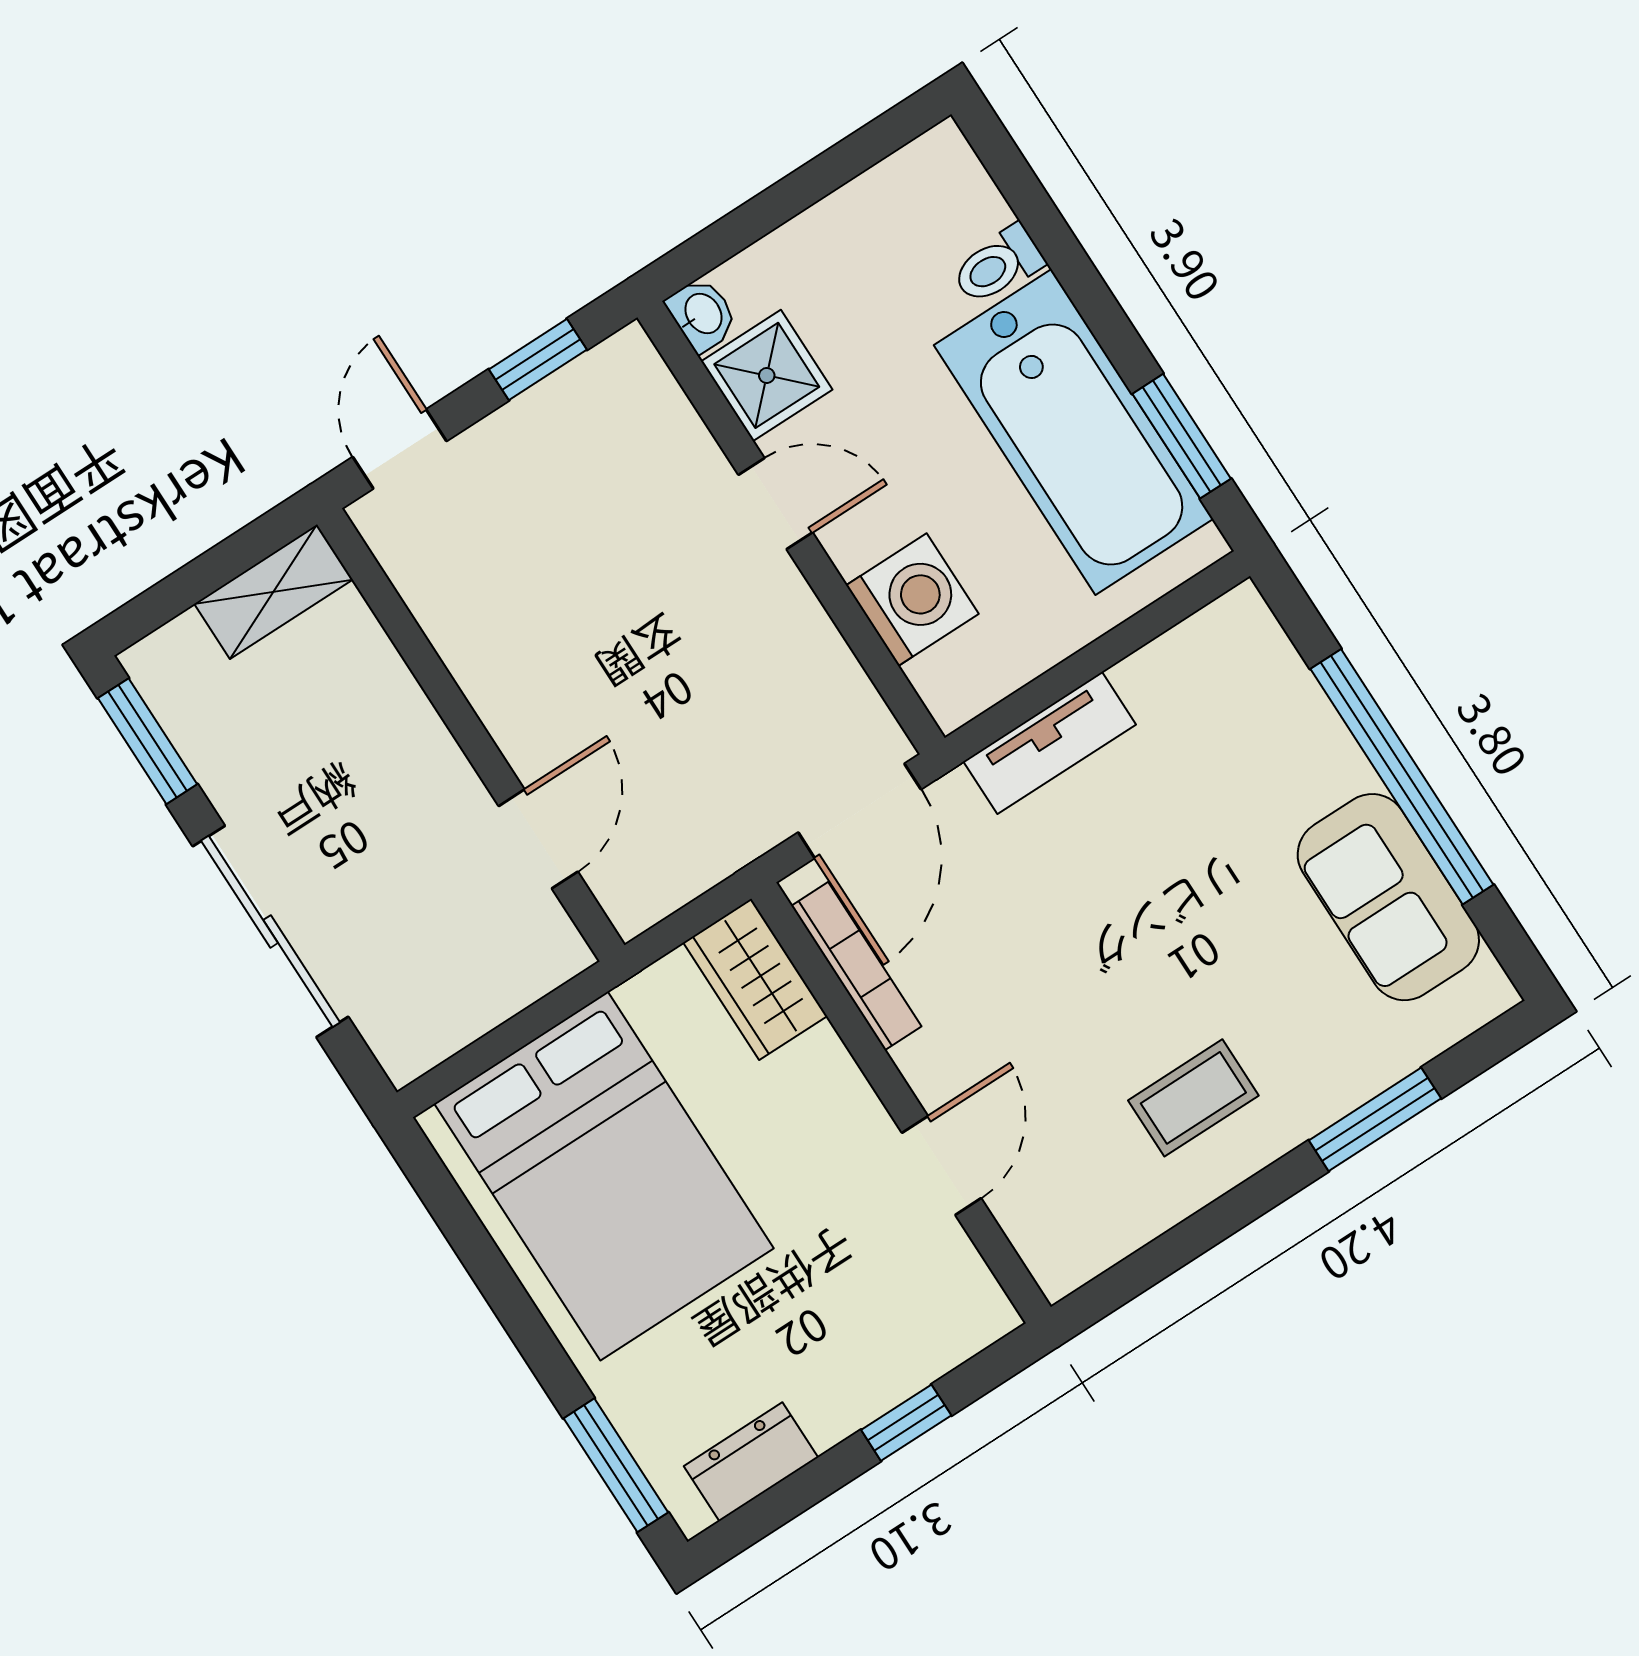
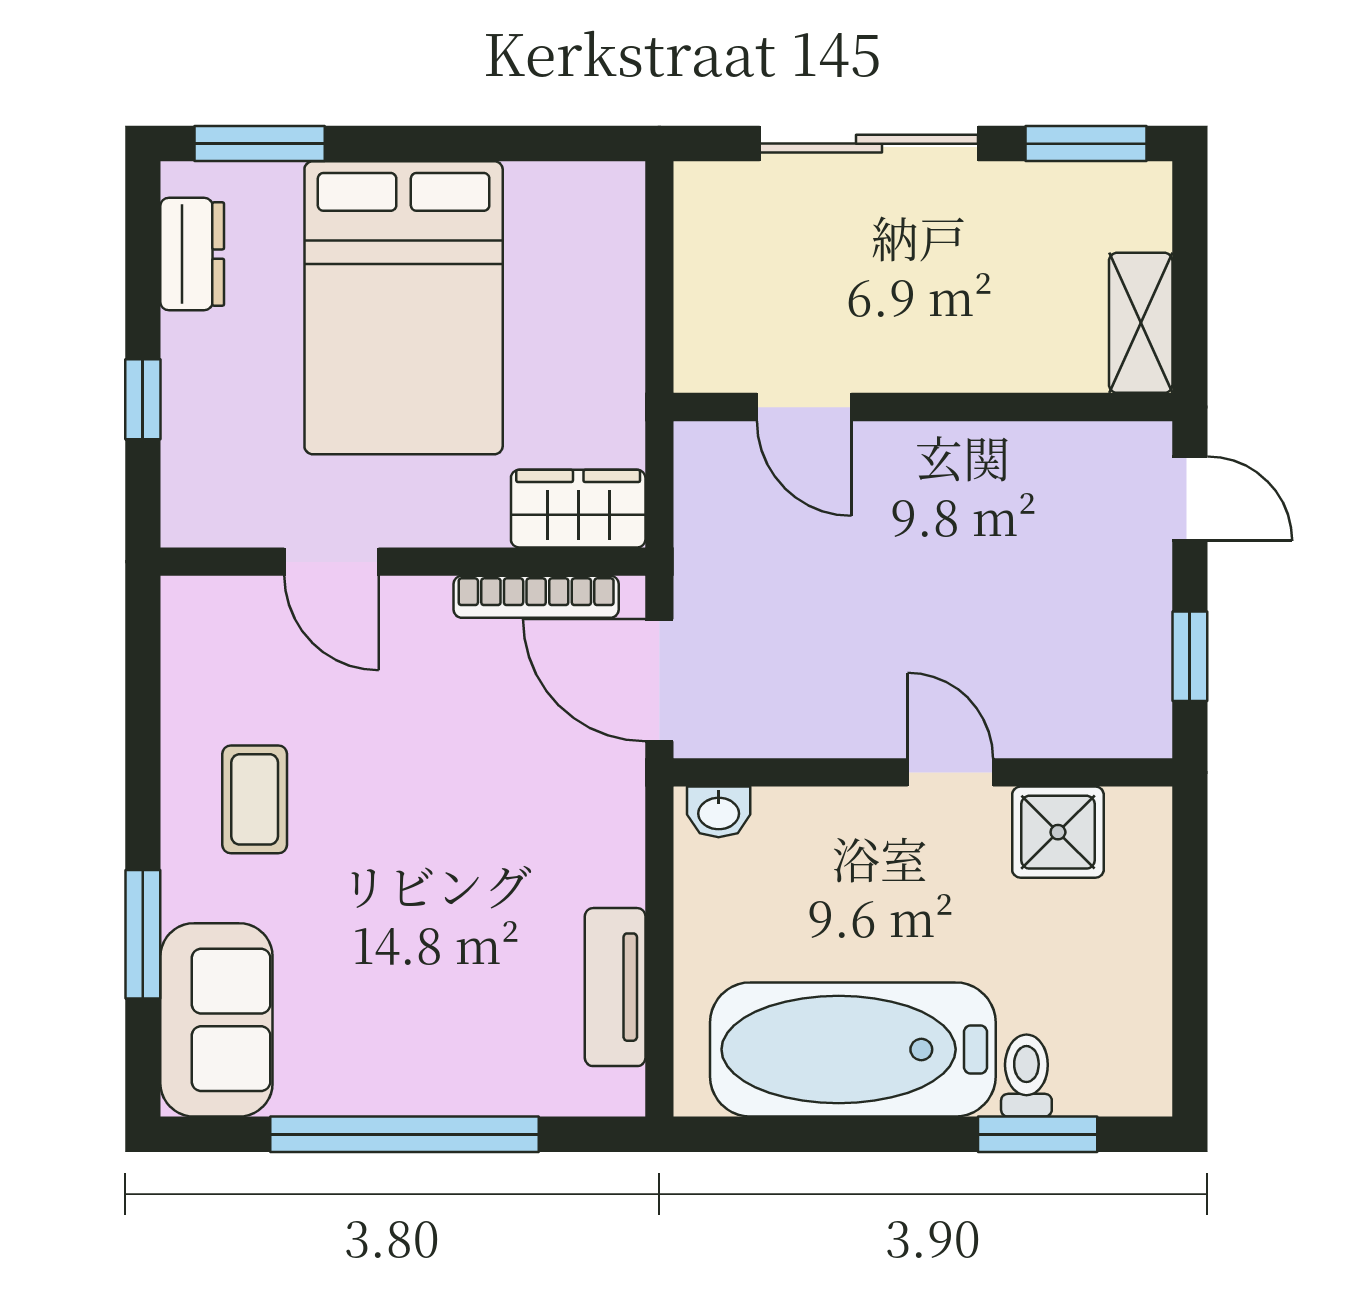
washbasin: (702, 314) -> (719, 812), moved
window: (1182, 436) -> (1038, 1134), moved
door: (775, 504) -> (950, 772), swing flipped
washing machine: (912, 600) -> (802, 833), removed
tv unit: (1050, 743) -> (615, 987), moved
sofa: (1388, 897) -> (216, 1020), moved, turned 90
bed: (604, 1176) -> (404, 308), moved, turned -90

